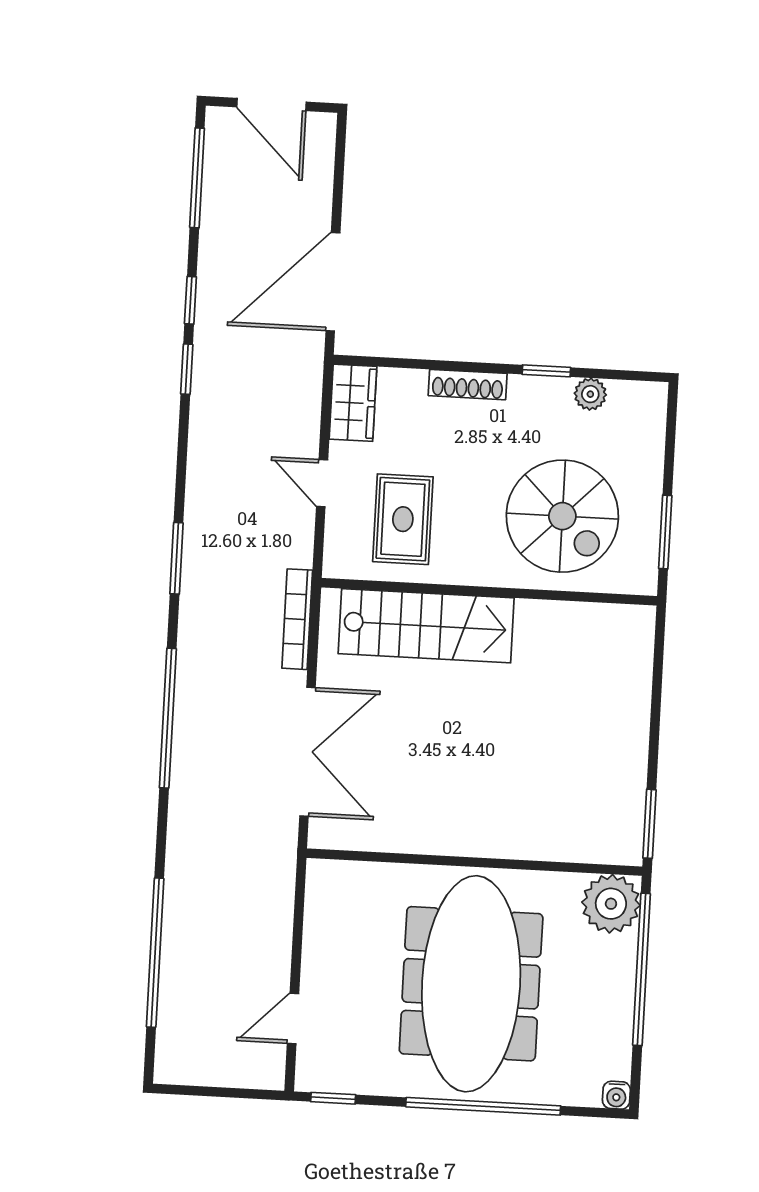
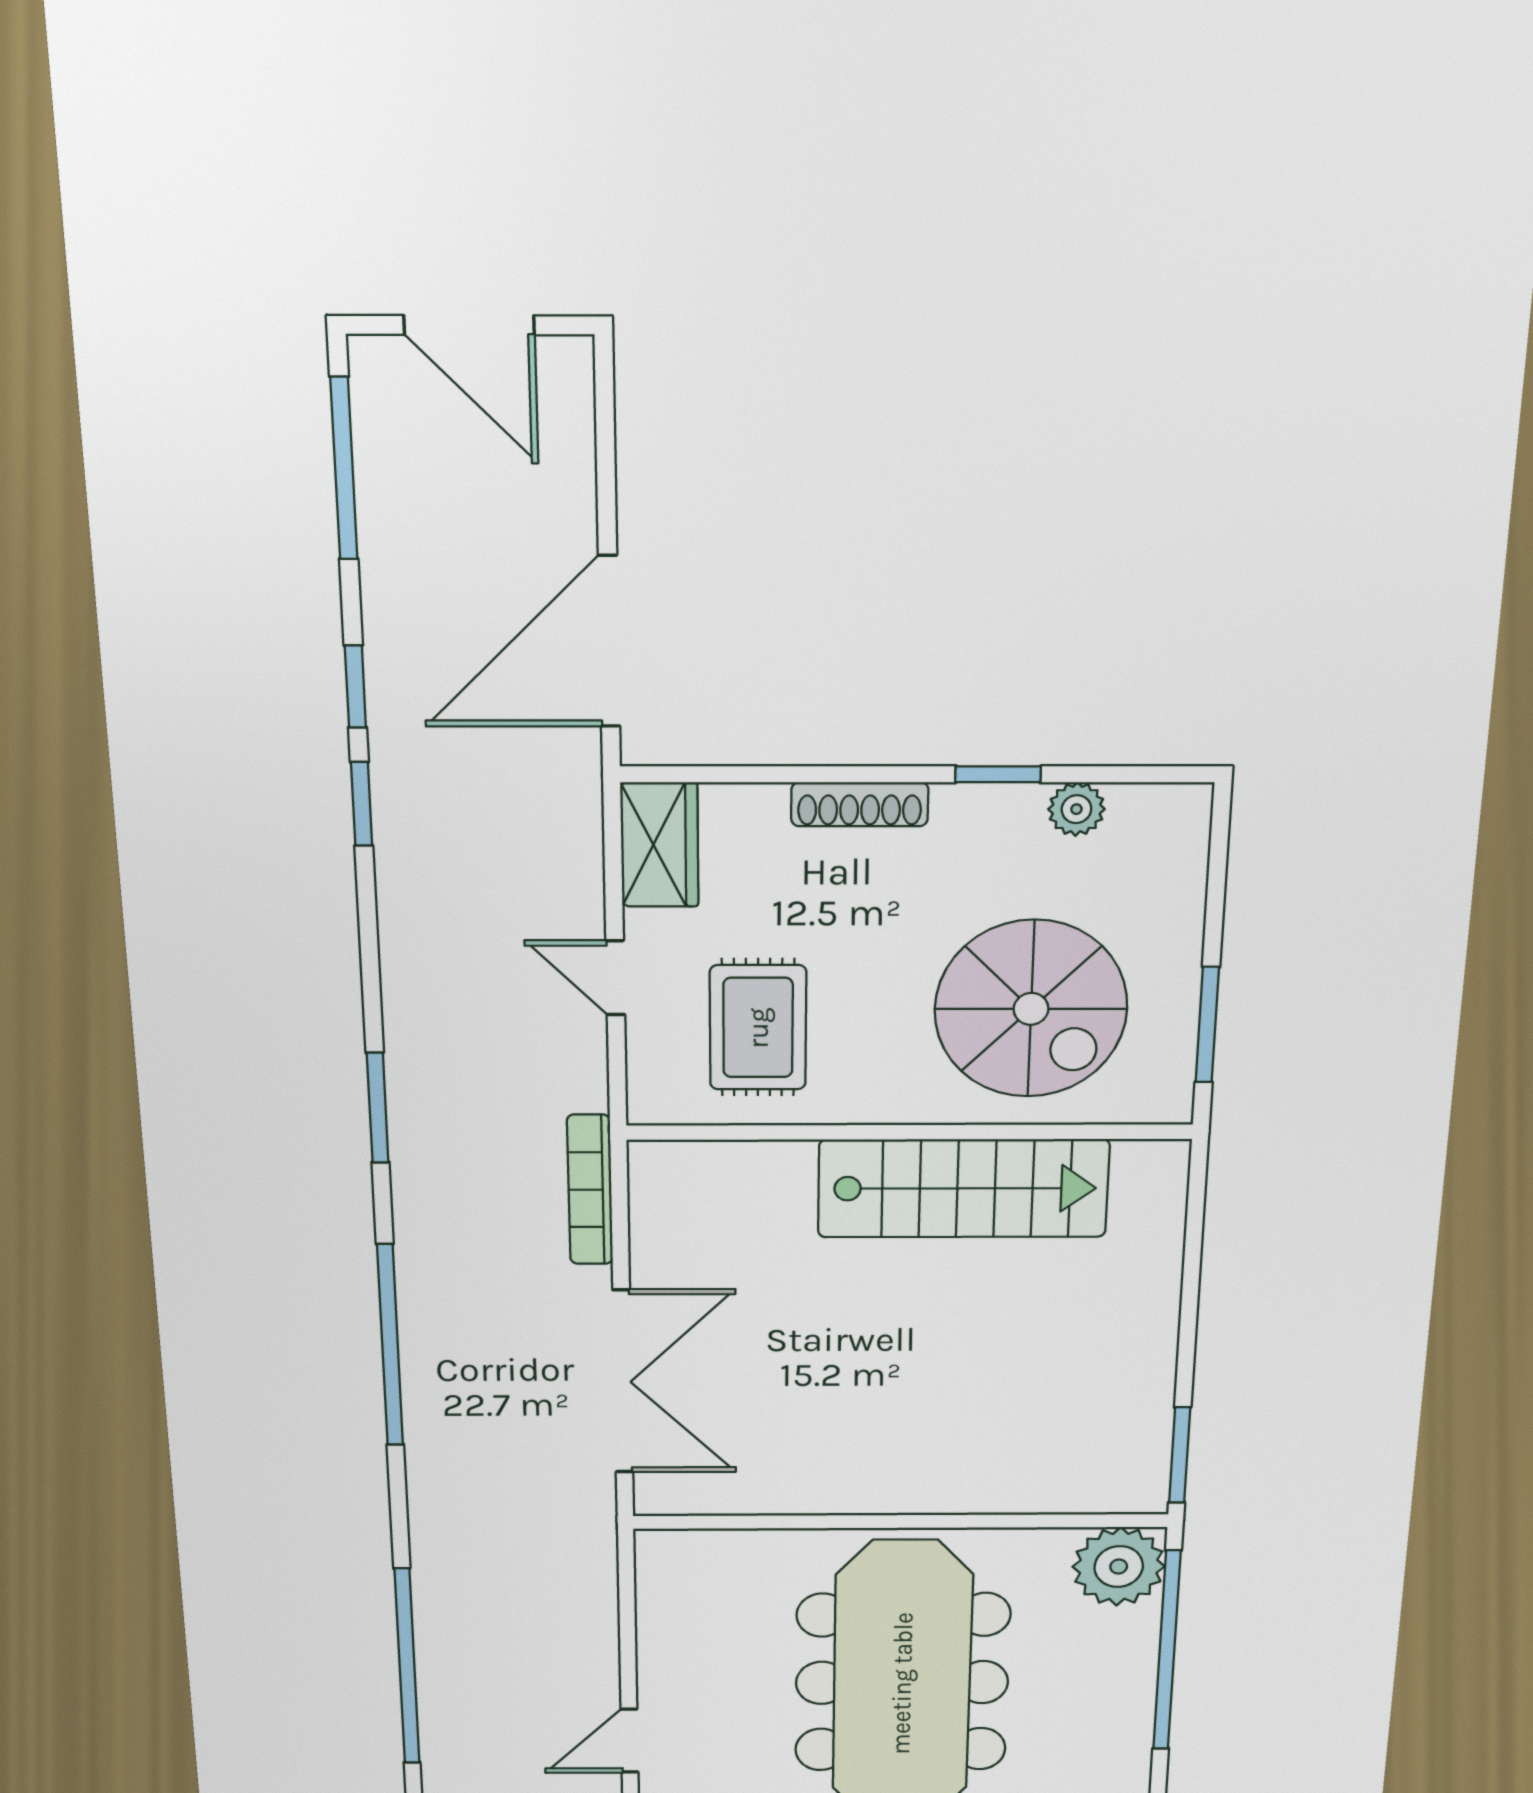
stairs: (426, 626) -> (963, 1188), moved

